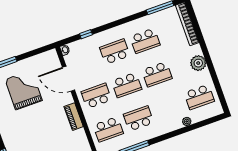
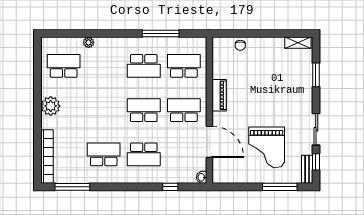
school desk: (157, 74) -> (104, 110), removed
school desk: (96, 96) -> (184, 110), turned 180

